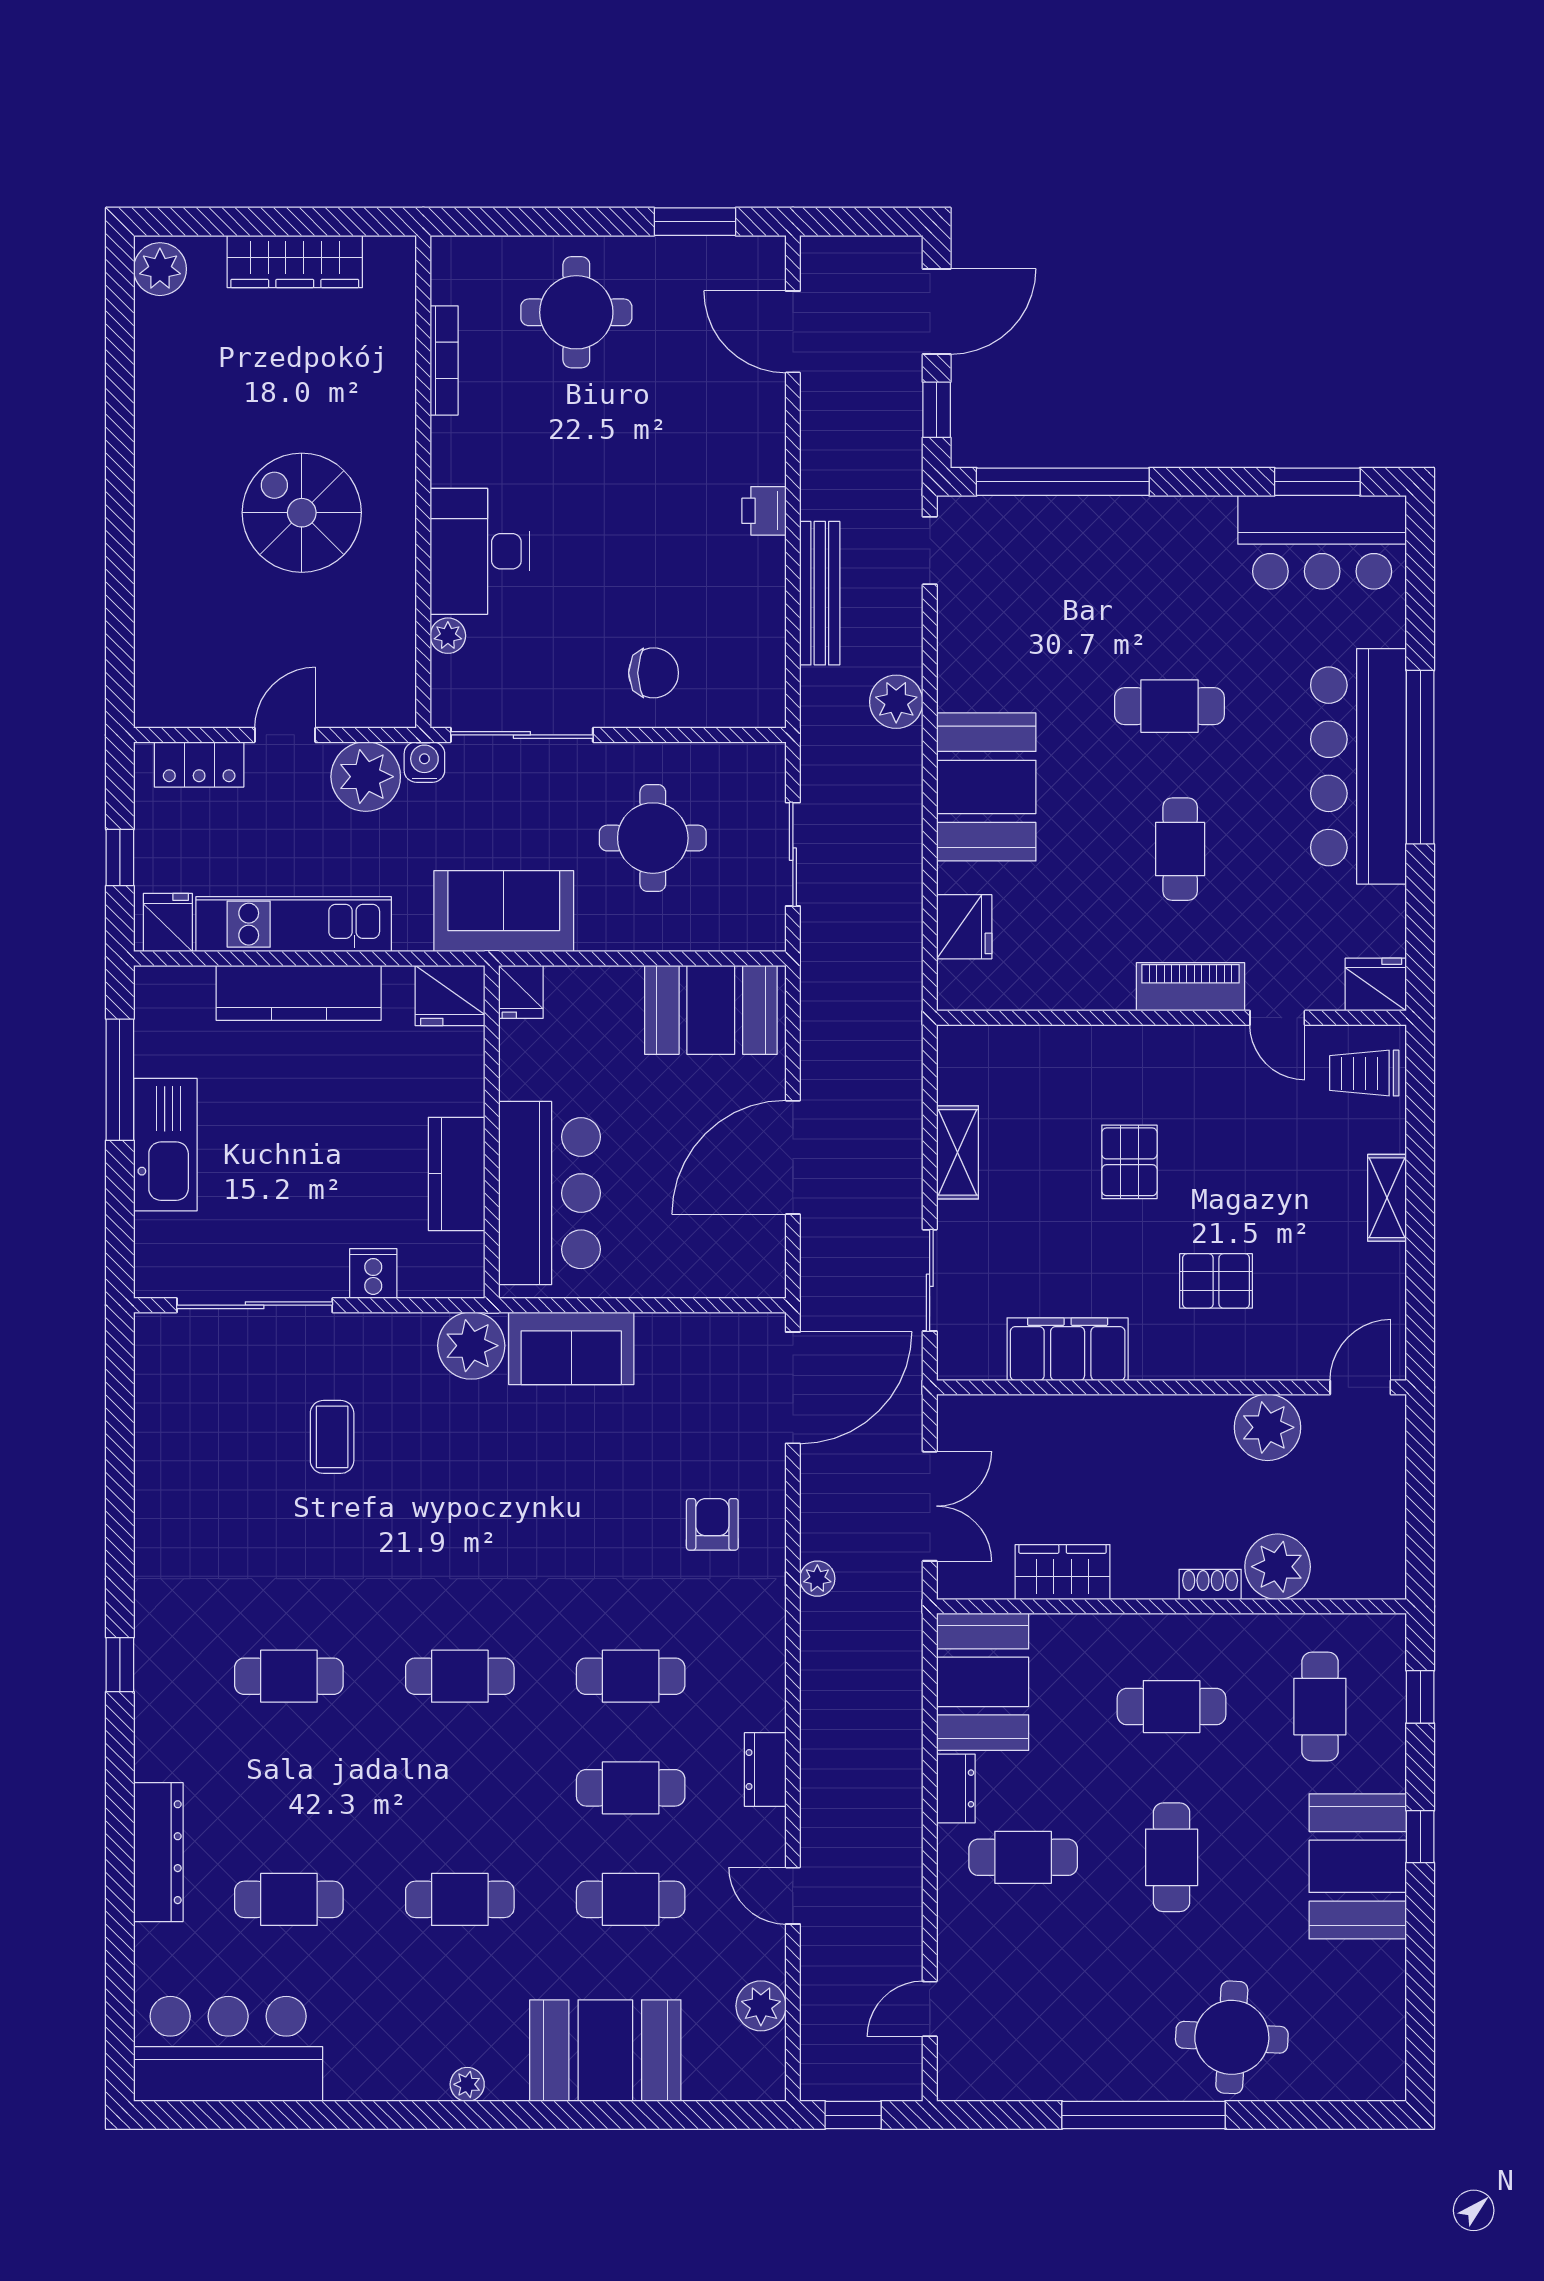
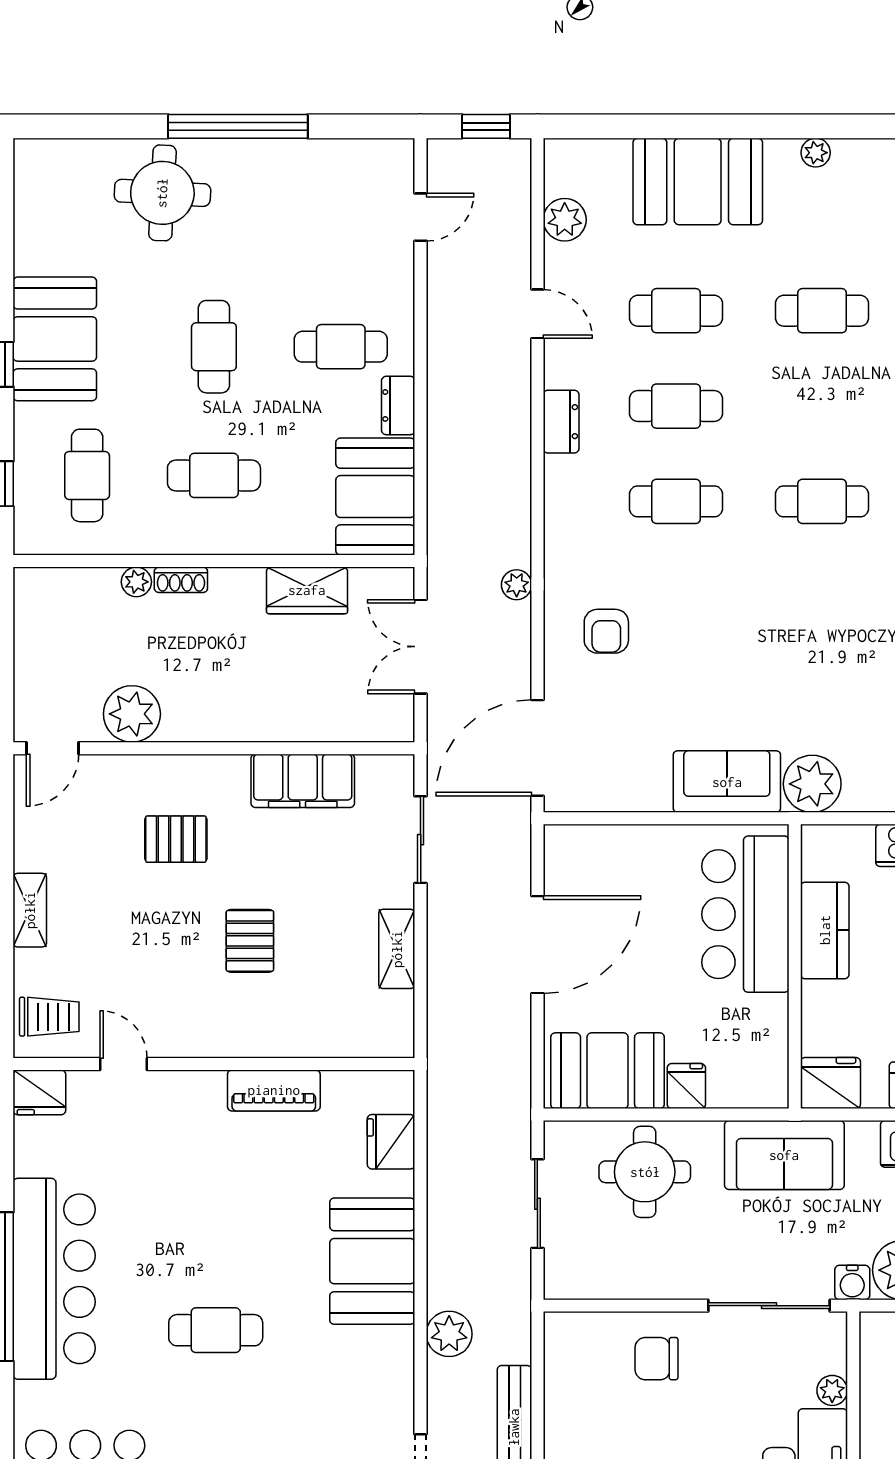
round table: (653, 838) -> (645, 1172), moved
cafe table: (1180, 849) -> (207, 1208), removed
piano: (1190, 987) -> (274, 1090), moved
fridge: (521, 992) -> (686, 1086), moved
plant: (1278, 1567) -> (136, 582), width x0.53, depth x0.53

